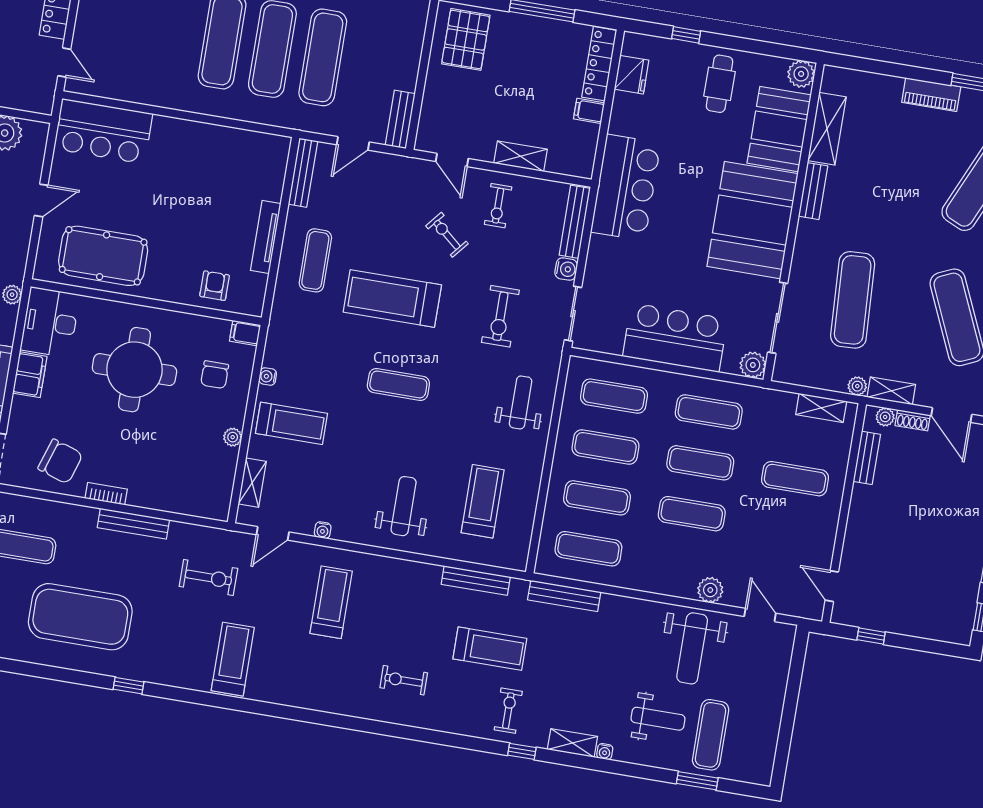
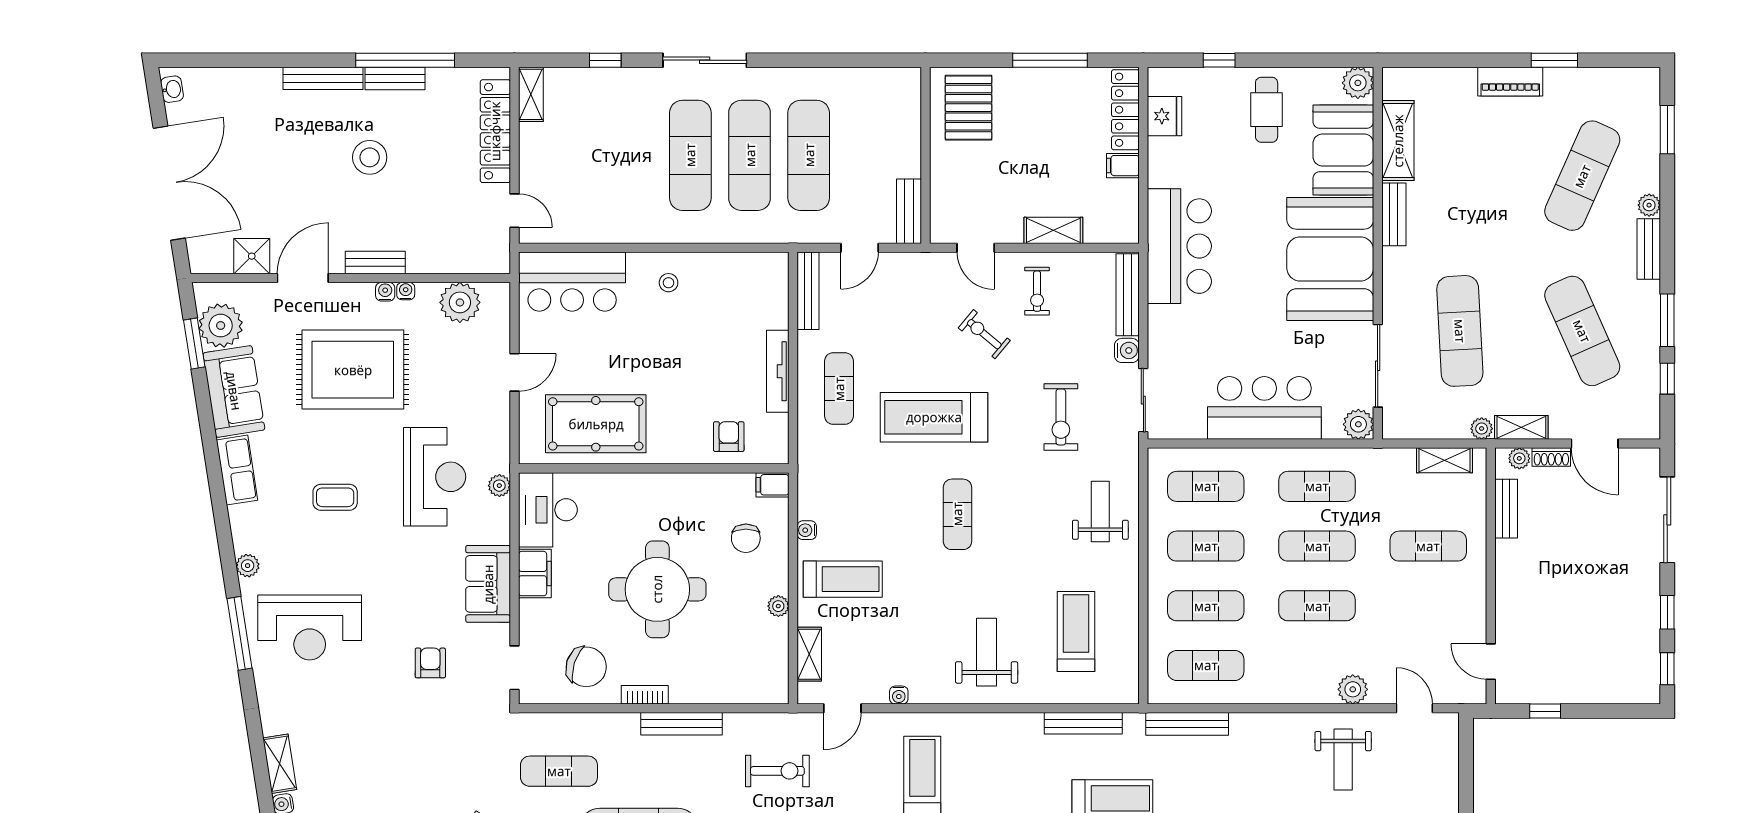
stool: (185, 146) -> (669, 283), added
round table: (134, 370) -> (657, 589), moved
exercise mat: (398, 385) -> (957, 514), turned 90
weight bench: (692, 648) -> (1343, 759), width x0.73, depth x0.75

